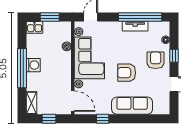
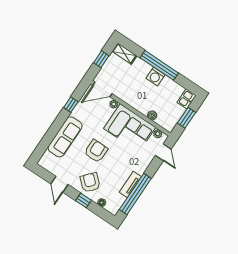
armchair: (156, 60) -> (90, 182), turned -138

